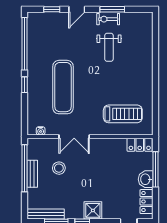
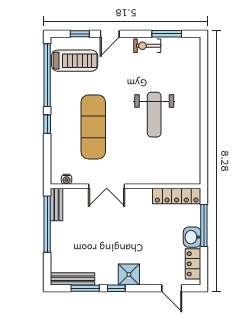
window: (112, 9) -> (167, 34), moved
weight bench: (109, 47) -> (154, 115), moved, width x1.36, depth x1.33
treadmill: (123, 114) -> (75, 61), moved
locker: (140, 145) -> (177, 196), width x1.53
stool: (59, 168) -> (88, 224), removed
bench: (32, 174) -> (56, 205), moved

